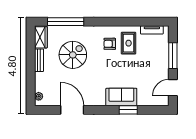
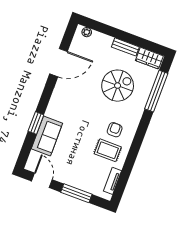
spiral stairs: (73, 55) -> (118, 86), turned -90
sofa: (121, 97) -> (47, 136), moved

